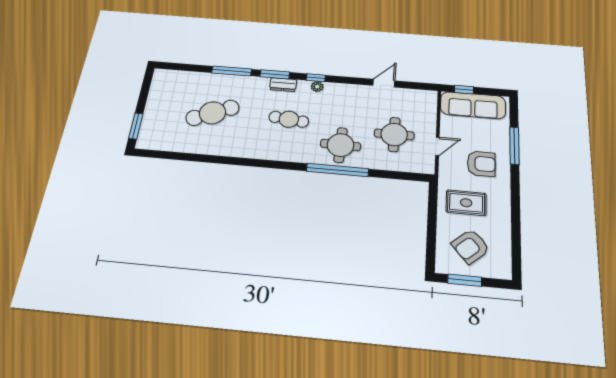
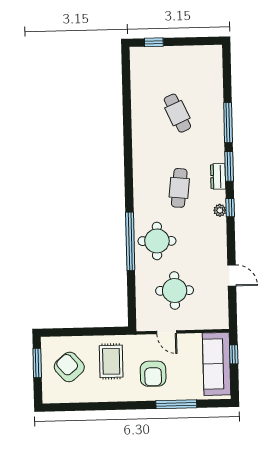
cafe table: (213, 113) -> (177, 113), width x0.73, depth x0.74
window: (136, 126) -> (154, 42), width x0.67

